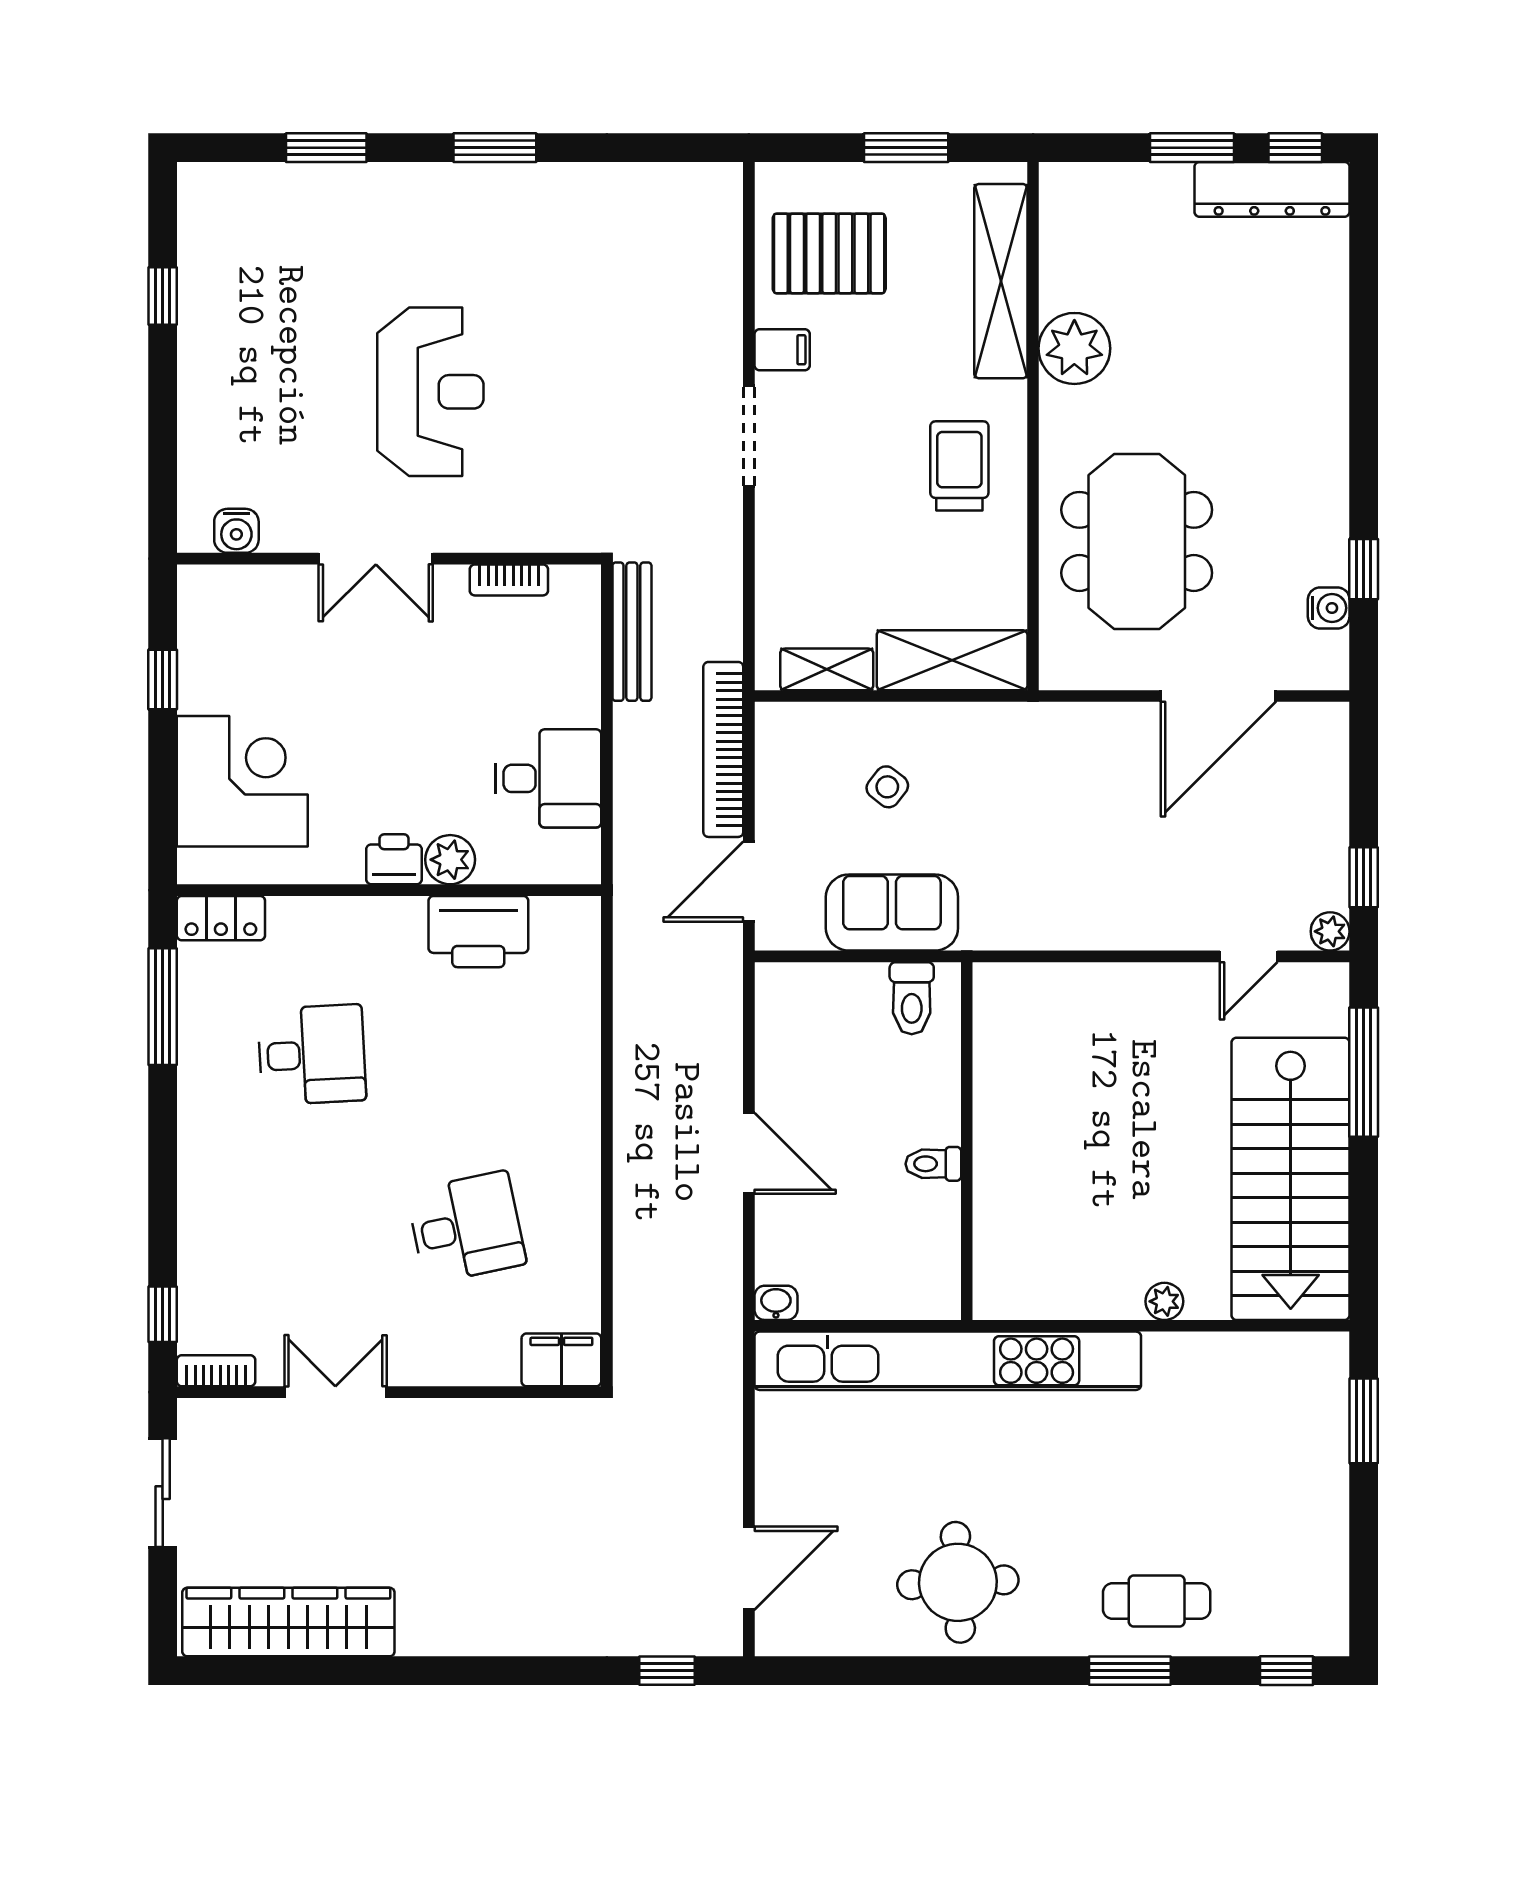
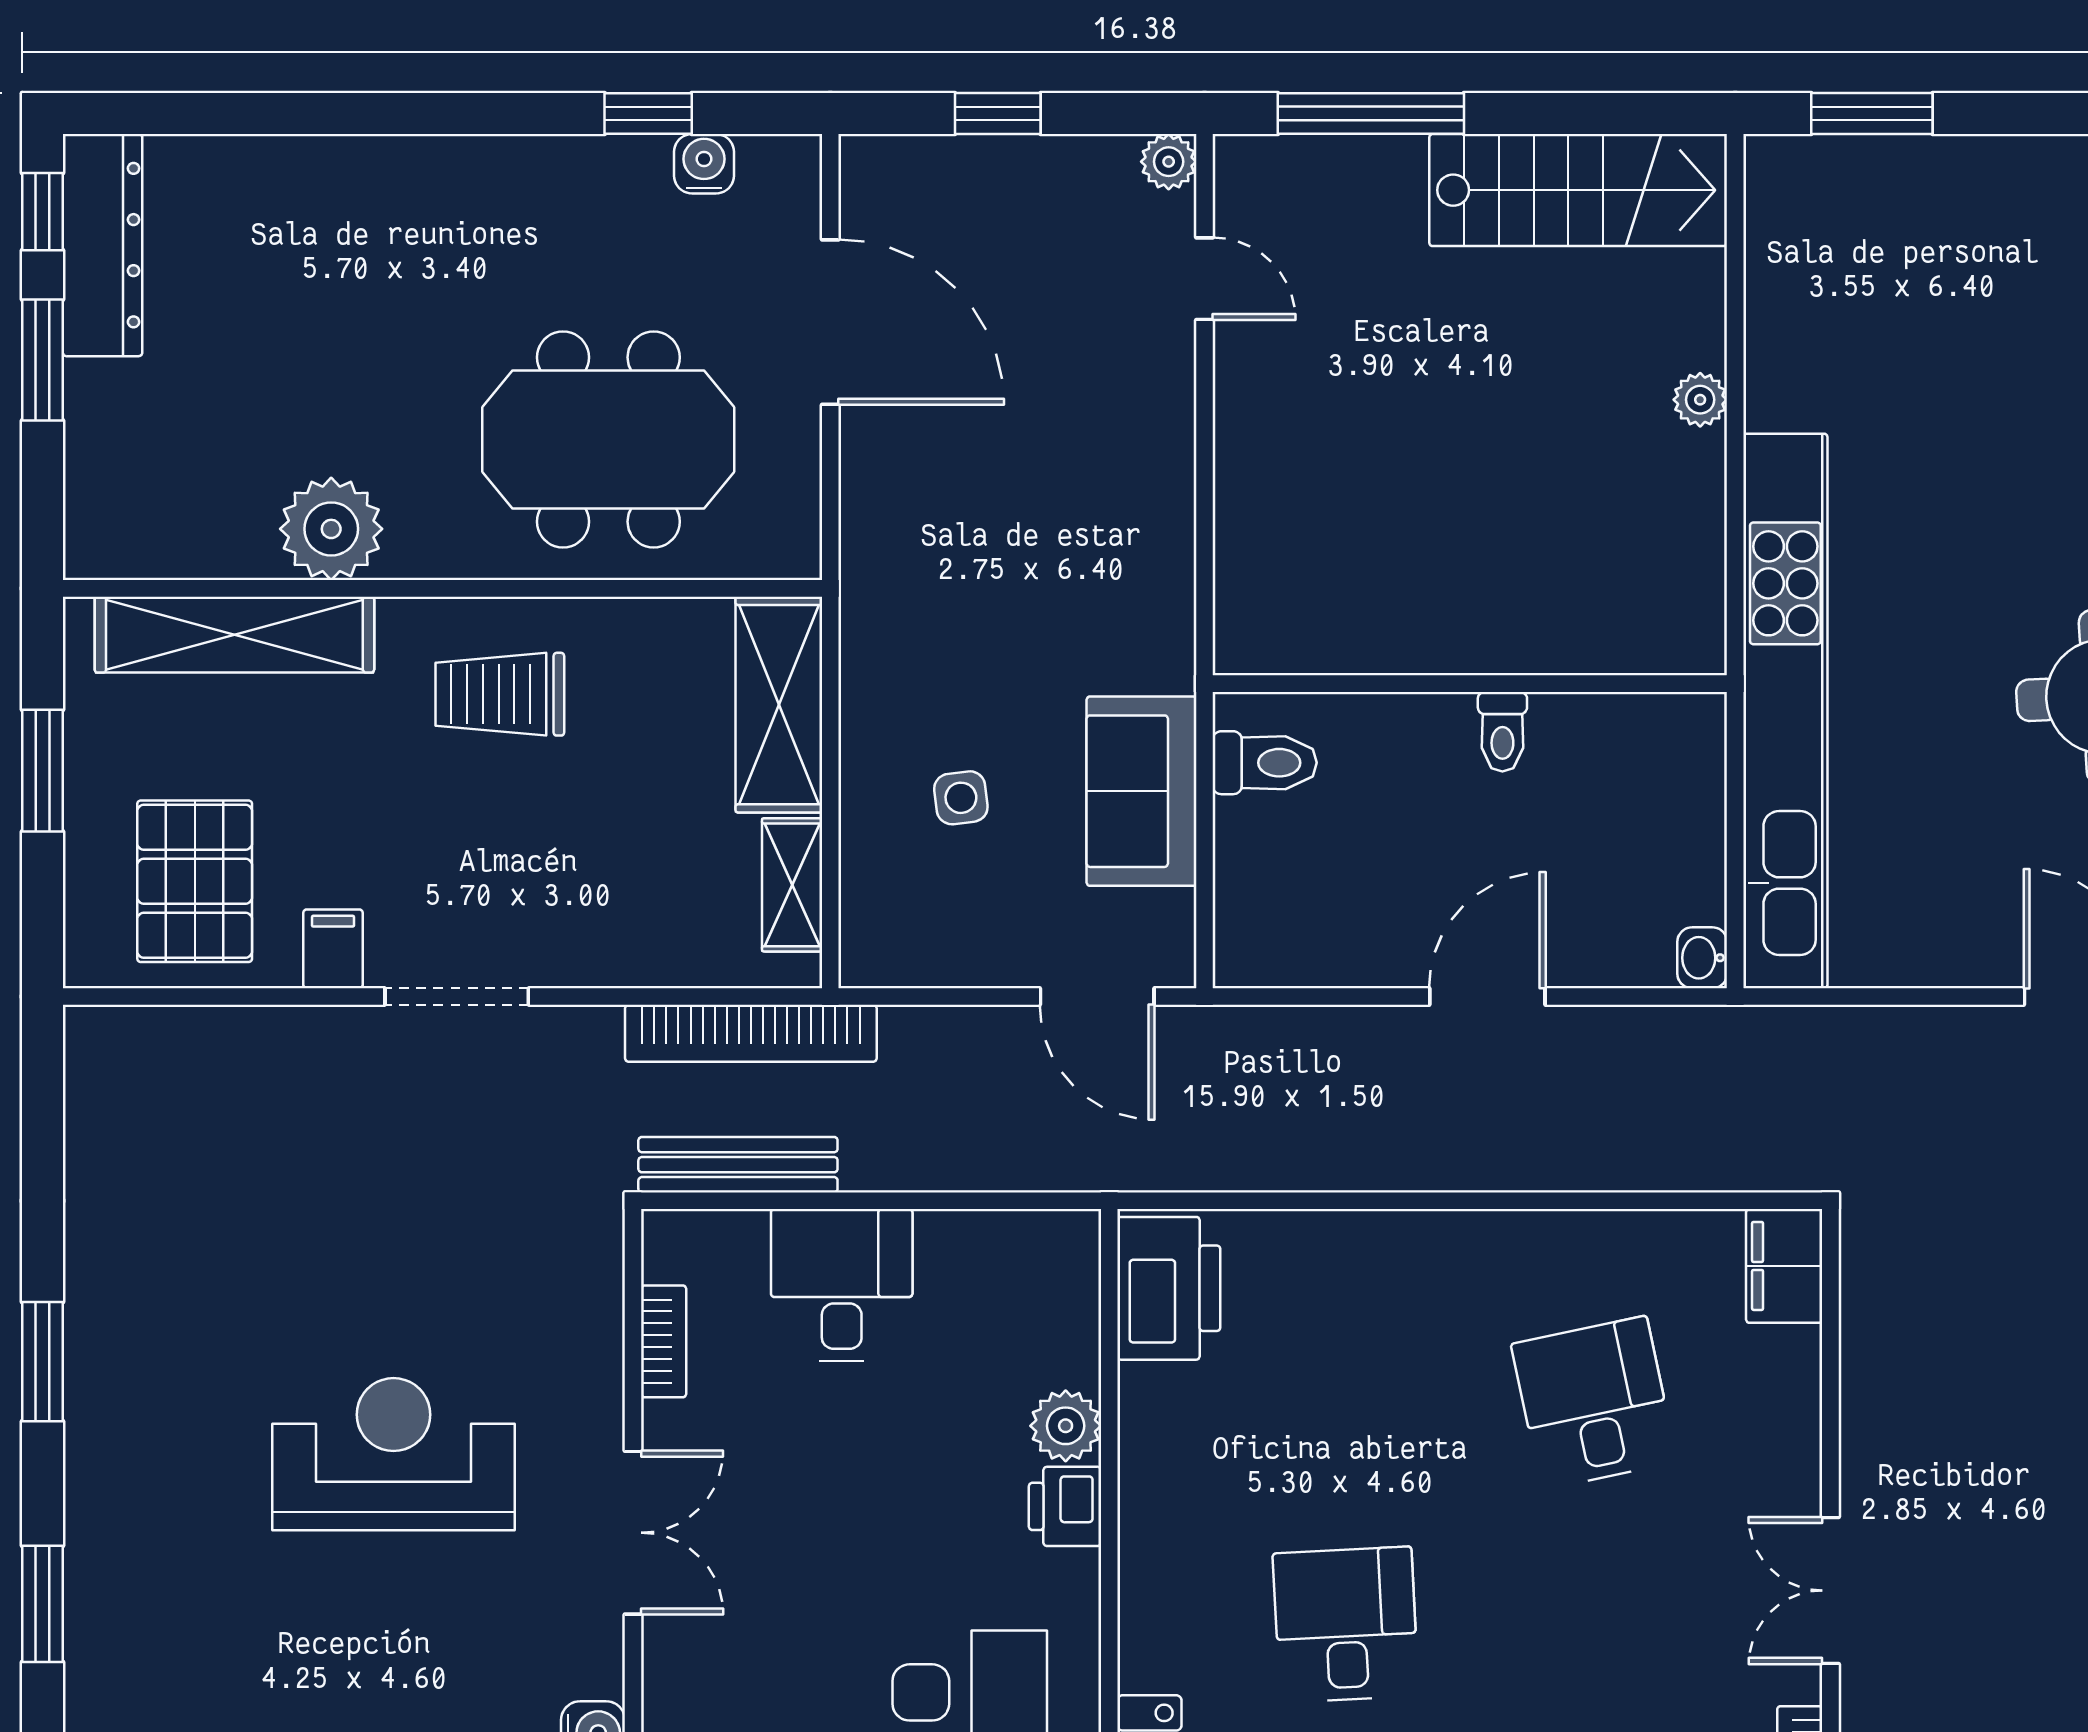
bookcase: (723, 749) -> (751, 1033), moved
desk: (548, 778) -> (842, 1285), moved
side table: (887, 787) -> (961, 798), turned 45
window: (1364, 877) -> (998, 114), moved
printer: (478, 932) -> (1169, 1288), moved
stairs: (1291, 1179) -> (1578, 190), width x0.73, depth x0.66

